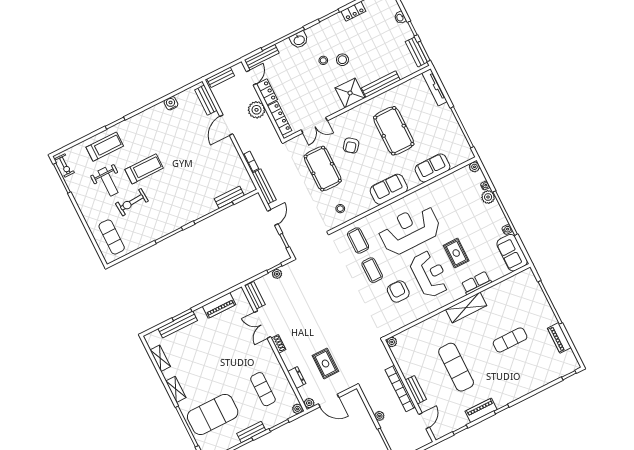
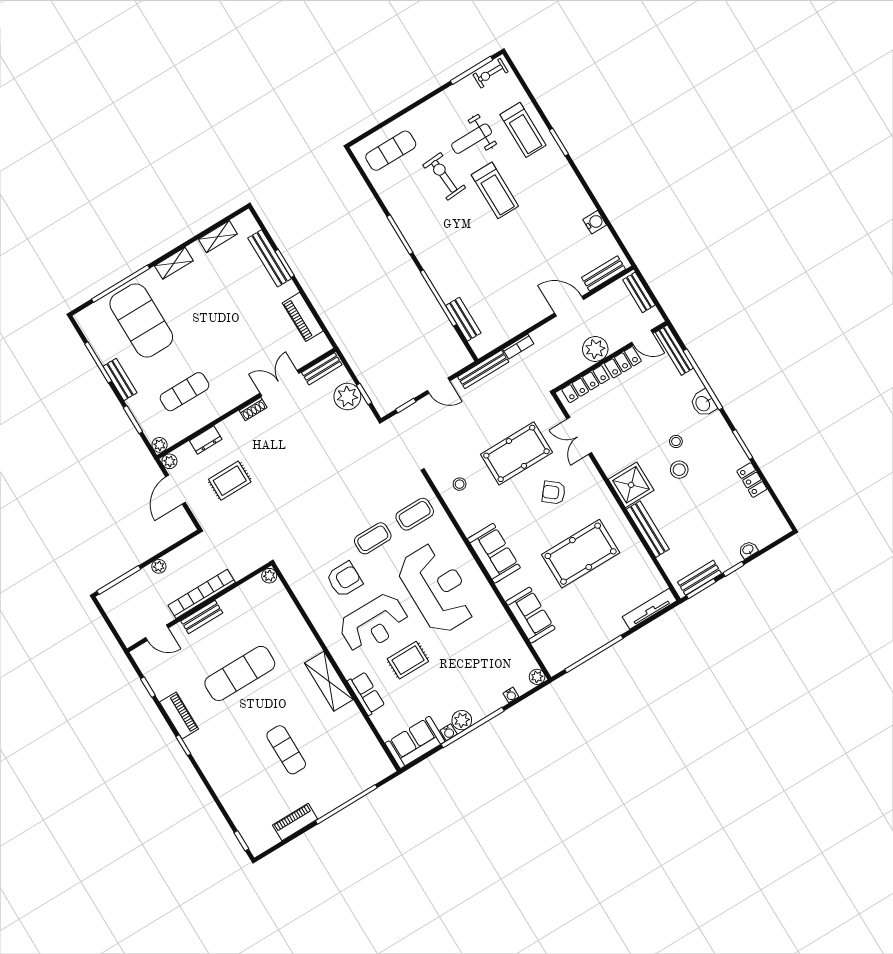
plant: (488, 197) -> (462, 720), moved
plant: (277, 274) -> (347, 396), width x1.88, depth x1.88

